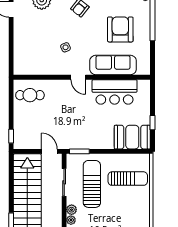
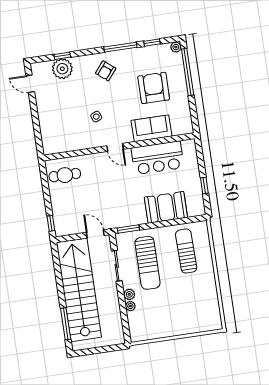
sofa: (113, 65) -> (152, 128), width x0.73
booth: (132, 137) -> (166, 207), moved
sun lounger: (128, 179) -> (186, 251), turned -91
sun lounger: (92, 184) -> (148, 263), turned 180

